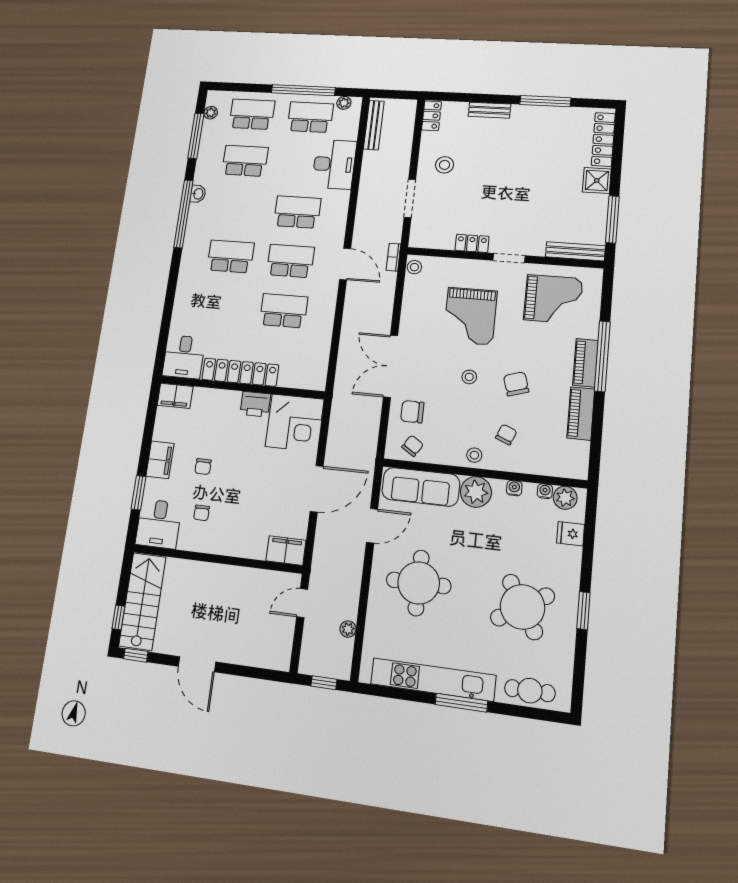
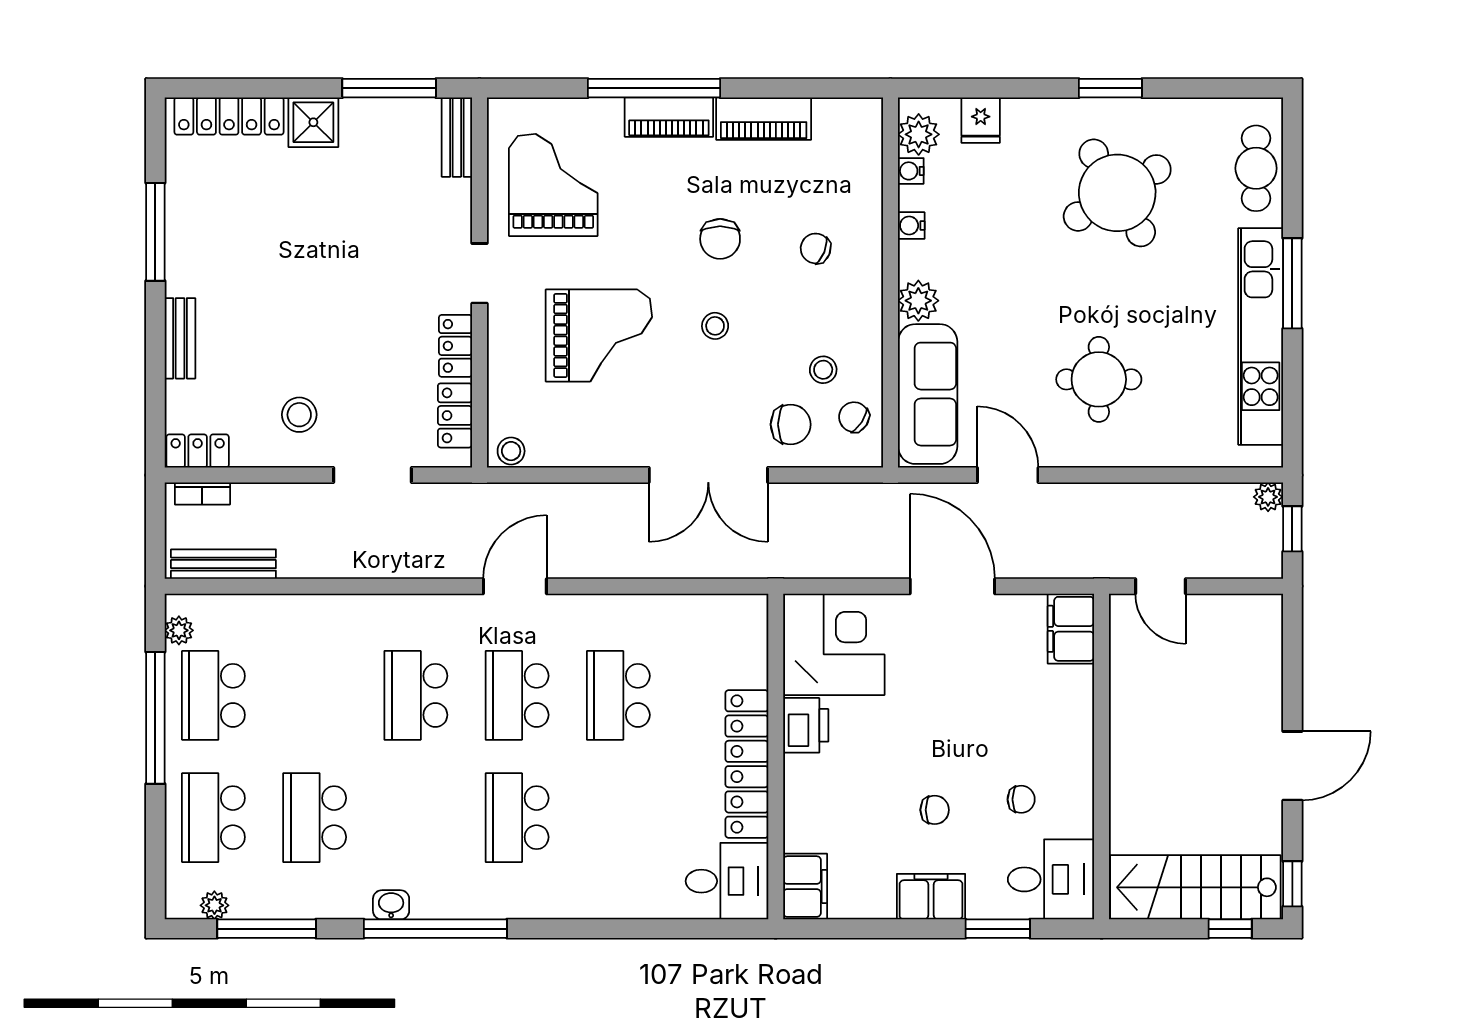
desk: (334, 164) -> (311, 634), removed
locker: (436, 241) -> (455, 415), added
bench: (575, 251) -> (457, 137), width x0.73
bookcase: (394, 257) -> (202, 494), moved
chair: (516, 384) -> (720, 239), turned -73
chair: (412, 412) -> (791, 424), turned -90
stool: (474, 455) -> (823, 370), moved
plant: (476, 492) -> (918, 301), width x0.73, depth x0.73
round table: (419, 583) -> (1099, 379), width x0.73, depth x0.73
plant: (348, 629) -> (1268, 497), moved

